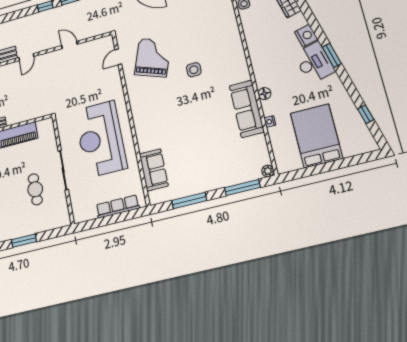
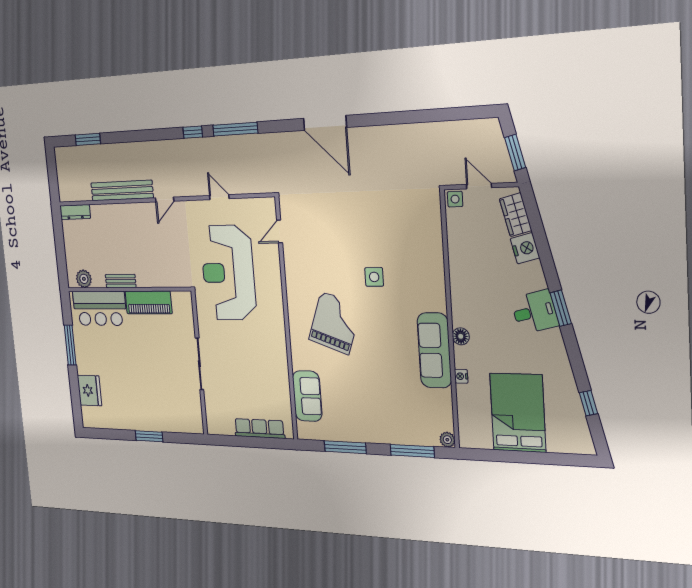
nightstand: (306, 36) -> (525, 248), moved
grand piano: (153, 58) -> (335, 323), moved
desk: (314, 63) -> (535, 312), width x0.73
reception desk: (101, 139) -> (228, 273), moved
cafe table: (35, 189) -> (165, 378), removed

